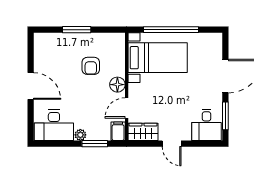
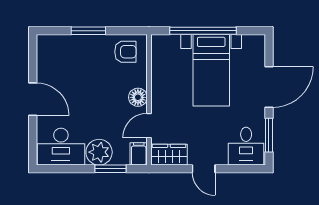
bed with nightstands: (158, 58) -> (211, 70), moved, turned 90
armchair: (91, 66) -> (125, 52), moved, turned -90
plant: (80, 135) -> (99, 152), width x1.87, depth x1.87

